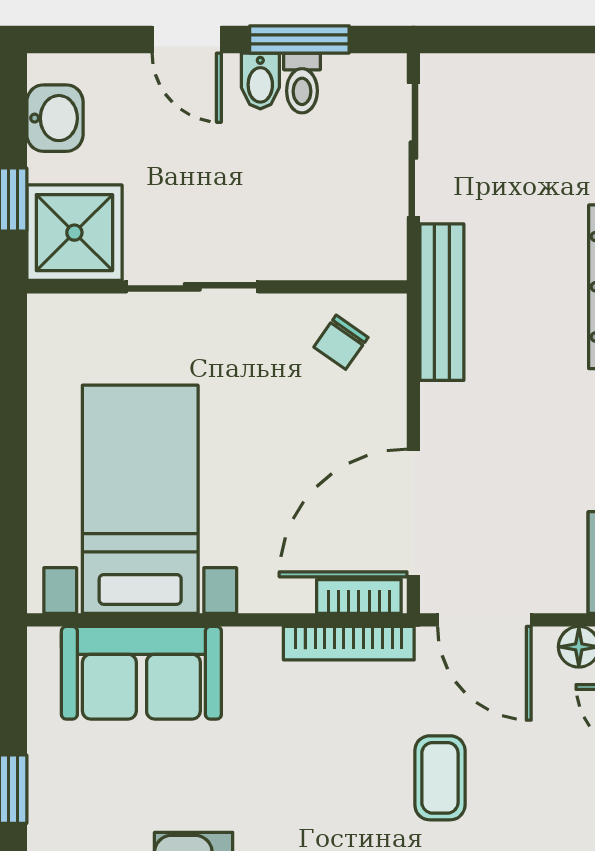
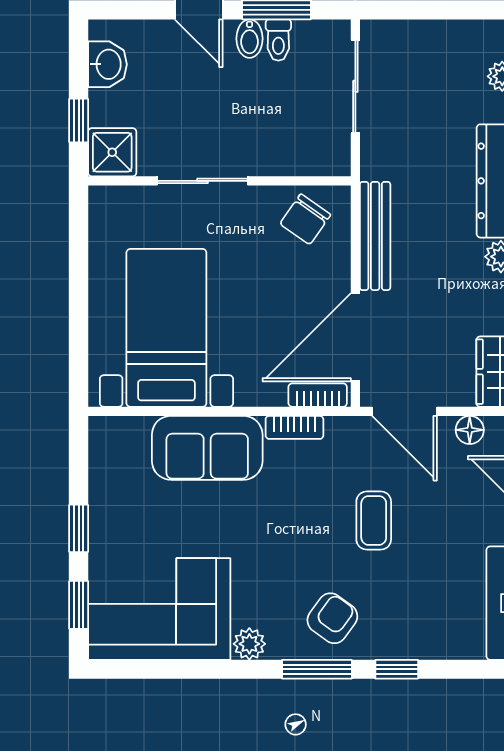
shower: (74, 233) -> (112, 152), width x0.73, depth x0.73
bench: (442, 302) -> (375, 236), moved
chair: (341, 342) -> (305, 219), width x1.37, depth x1.37
bookcase: (349, 643) -> (294, 427), width x0.64
sofa: (141, 673) -> (207, 448), moved

